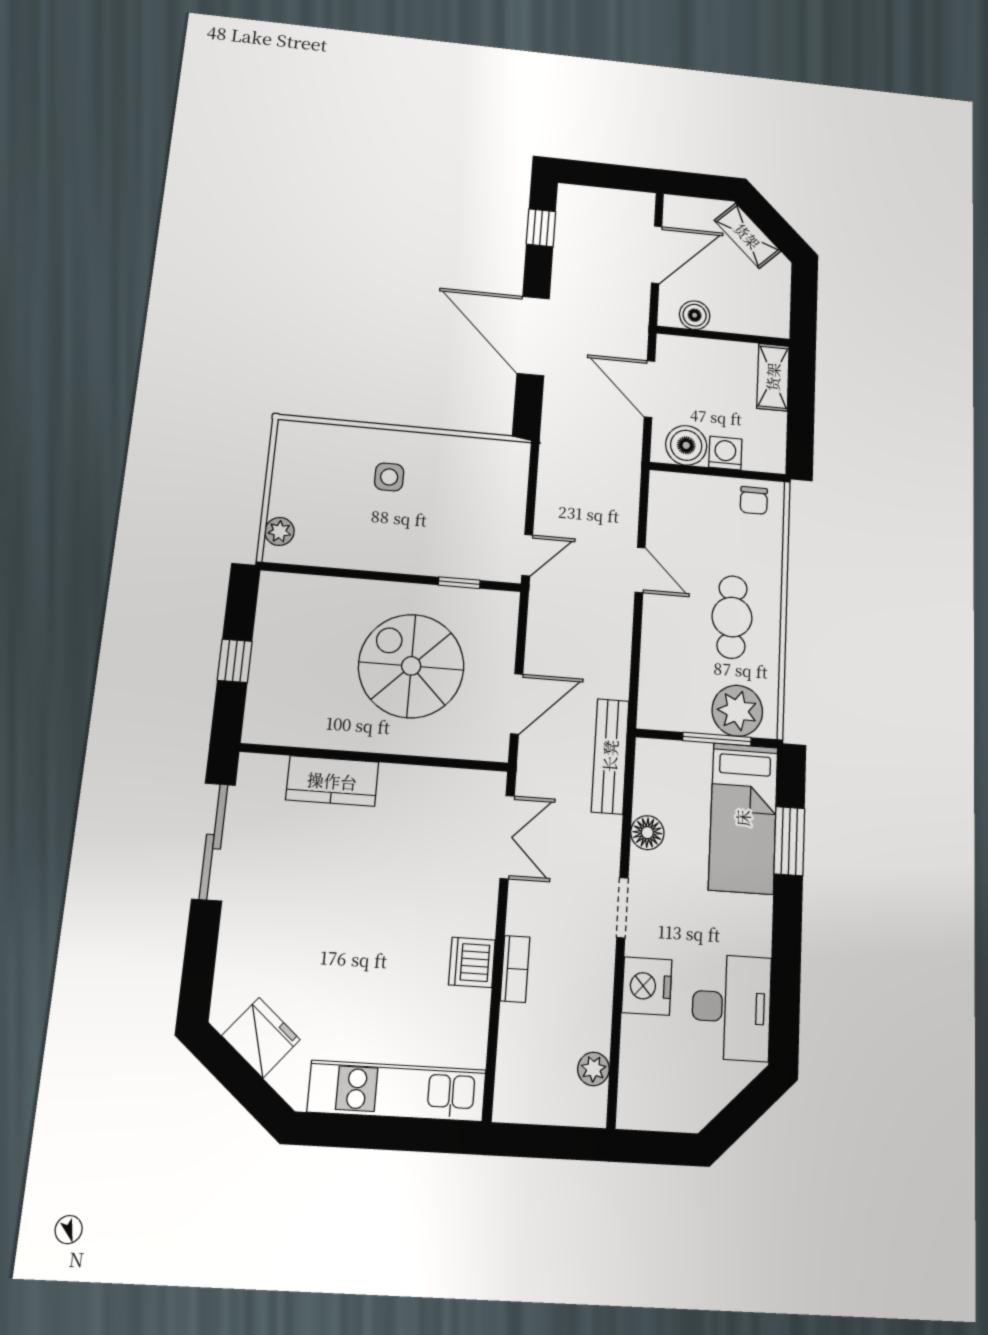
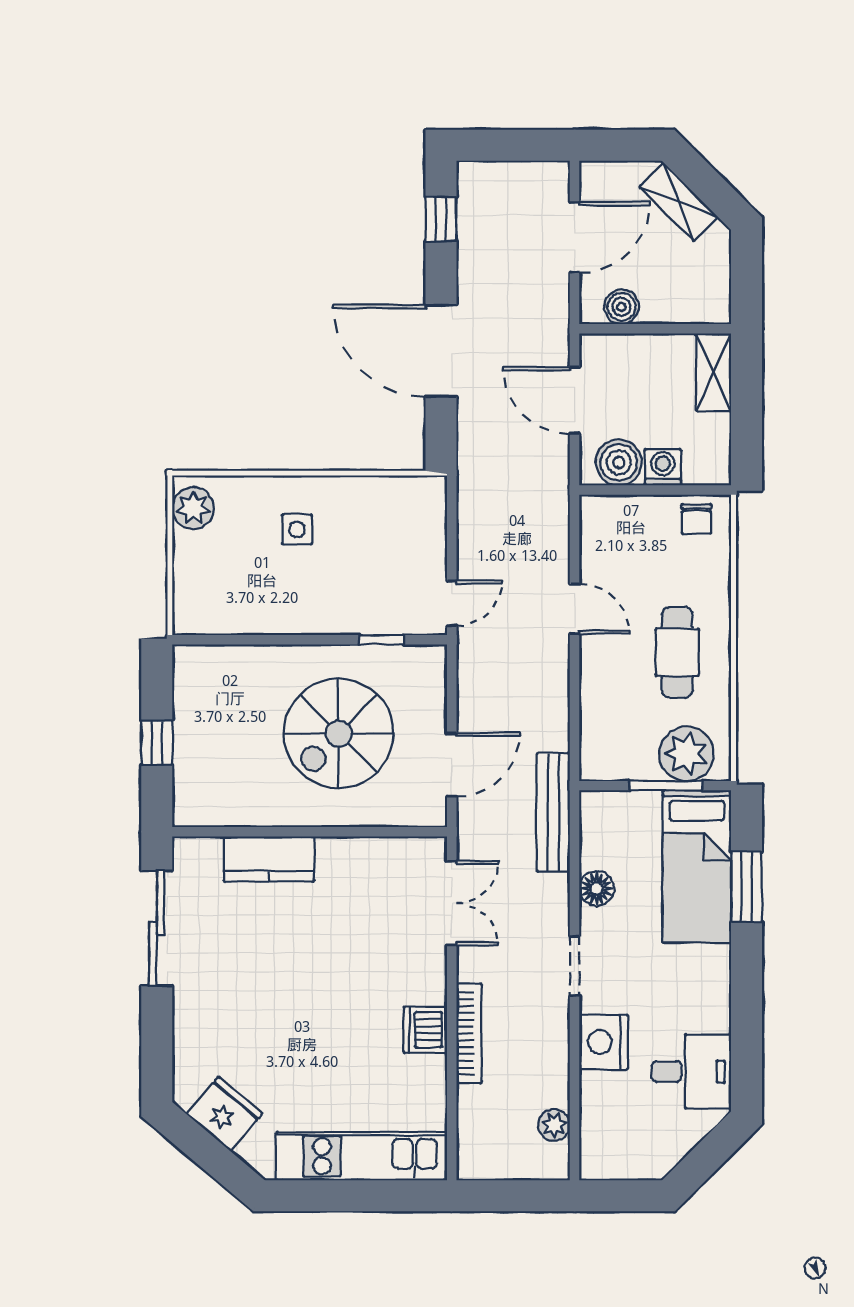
plant: (279, 531) -> (193, 508), moved, width x1.38, depth x1.38
spiral stairs: (411, 666) -> (339, 733), turned -90
bookcase: (515, 969) -> (469, 1033), width x1.56
desk: (731, 1007) -> (691, 1072), width x0.73

